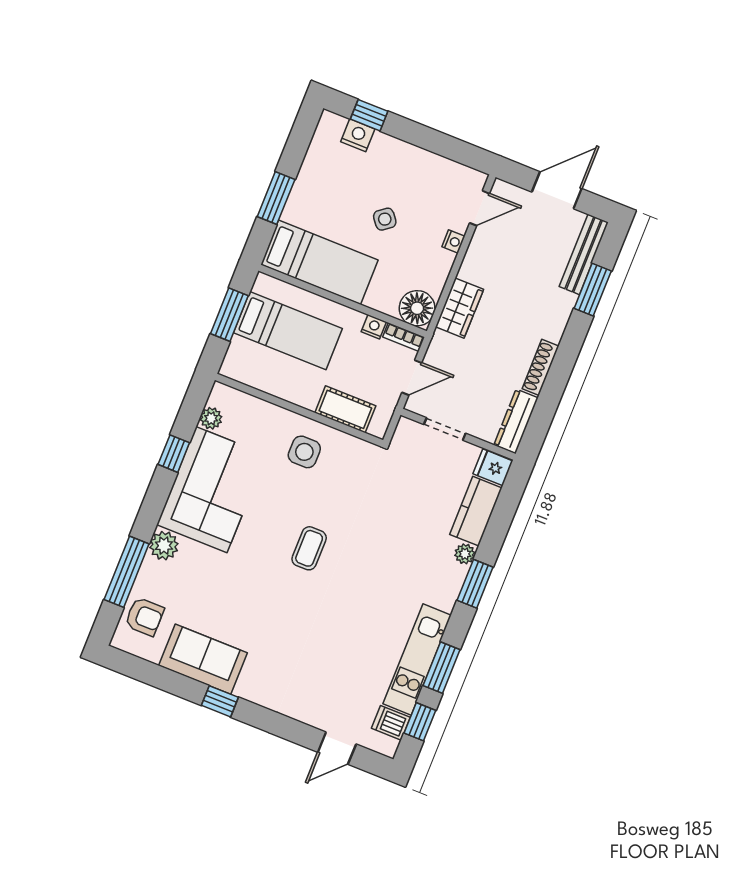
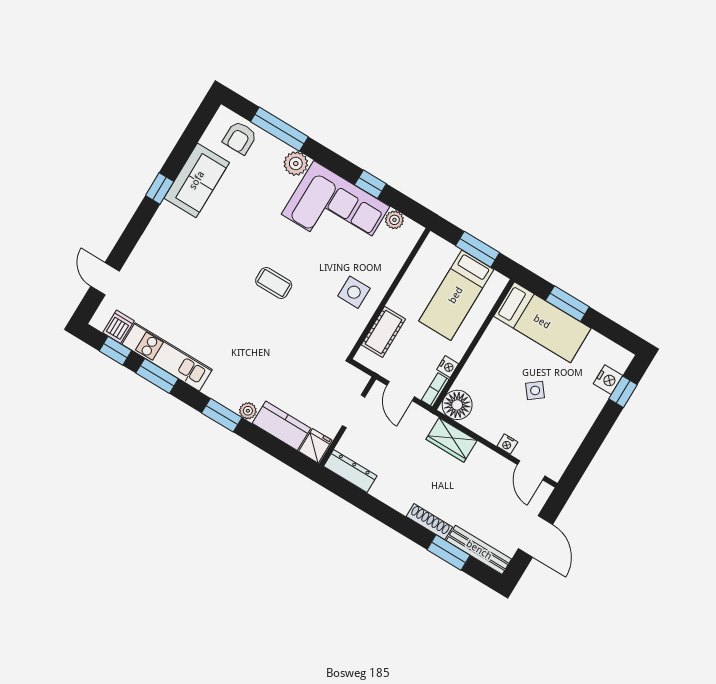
bed: (319, 262) -> (542, 322), moved, turned -90
shoe rack: (540, 367) -> (429, 522), moved

